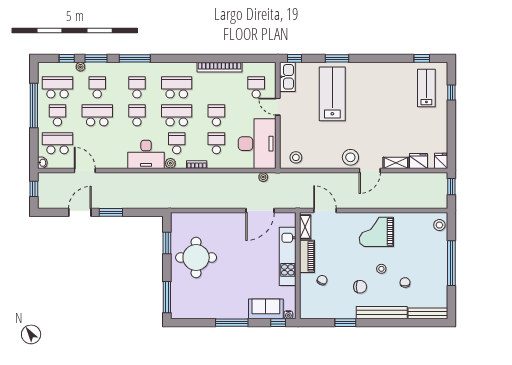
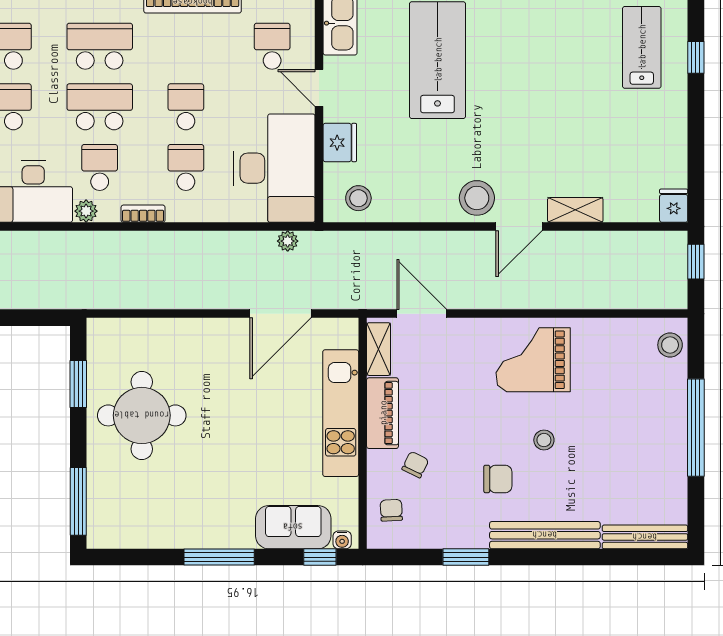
fridge: (418, 161) -> (340, 143), moved, turned 90
chair: (405, 282) -> (391, 510), moved

